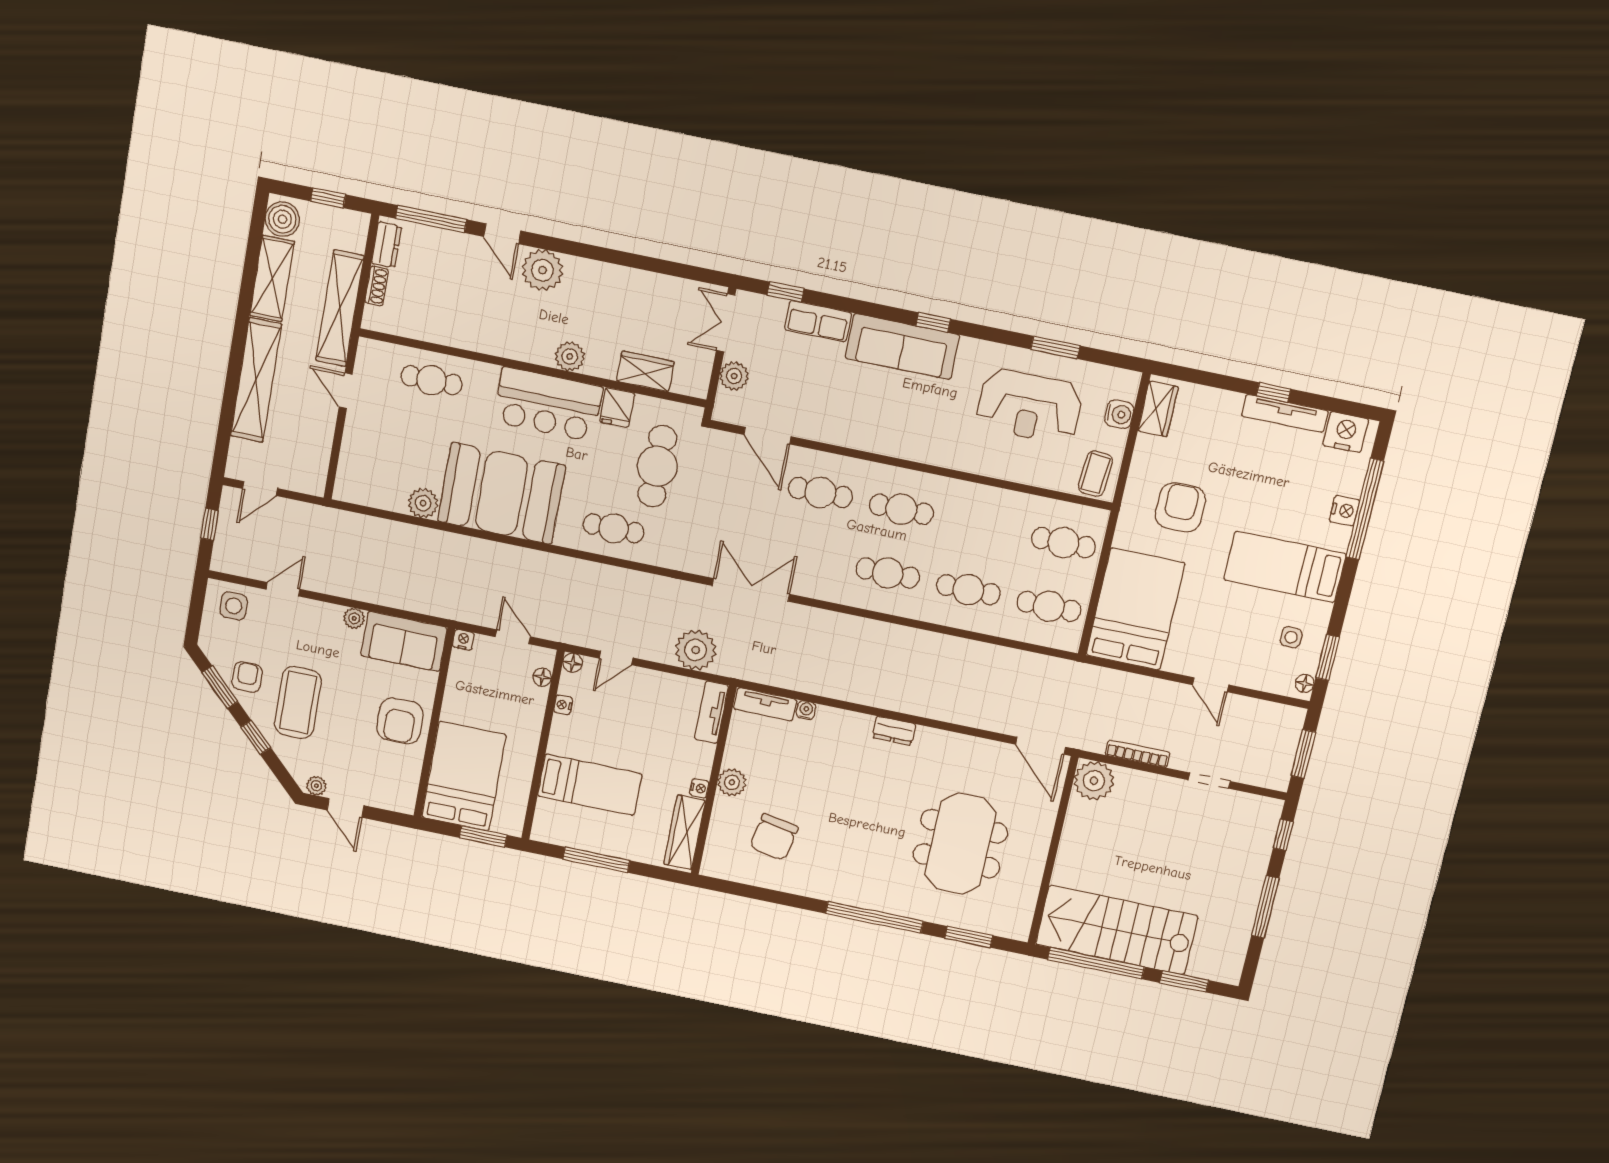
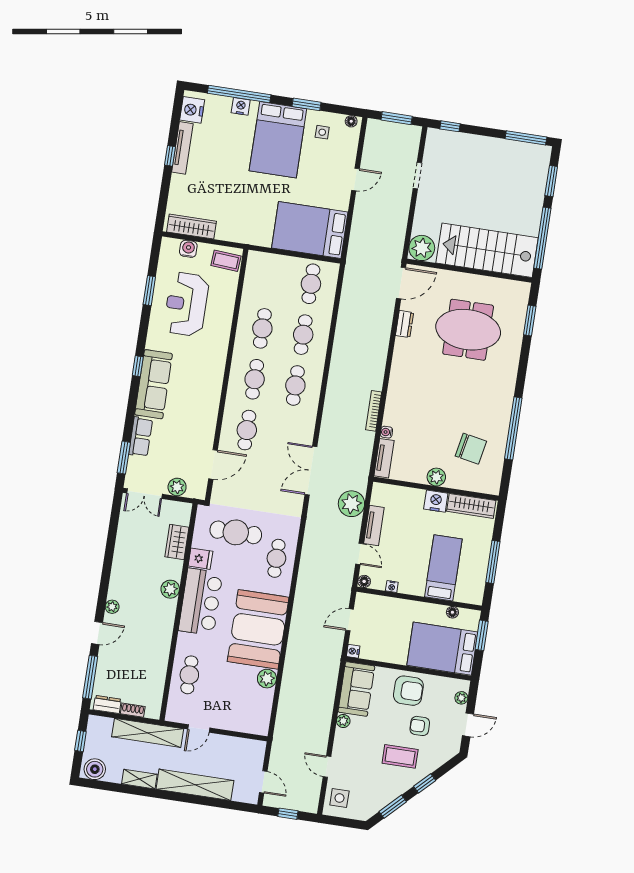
plant: (542, 270) -> (112, 607), width x0.53, depth x0.53
shelving: (272, 278) -> (139, 779), width x0.67, depth x0.75
window: (786, 292) -> (124, 458), width x1.50
reception desk: (1029, 406) -> (186, 304), turned 180
wardrobe: (1158, 409) -> (192, 227), width x1.50
armchair: (1180, 507) -> (244, 207), removed
cafe table: (1063, 543) -> (262, 328), moved
bed: (1285, 567) -> (278, 140), width x1.50
window: (1328, 657) -> (306, 104), moved
armchair: (247, 677) -> (420, 726), moved
floor lamp: (542, 677) -> (452, 612), moved
coffee table: (298, 702) -> (400, 756), width x0.73, depth x0.76
tv unit: (711, 712) -> (374, 526), moved, turned -90
dresser: (894, 731) -> (405, 324), moved
bookcase: (1138, 754) -> (374, 411), moved
plant: (316, 786) -> (461, 698), moved
nightstand: (699, 788) -> (436, 501), width x1.89, depth x1.79
window: (1265, 907) -> (526, 138), moved
window: (874, 917) -> (513, 428), moved
stairs: (1117, 930) -> (487, 250), moved, turned 90

